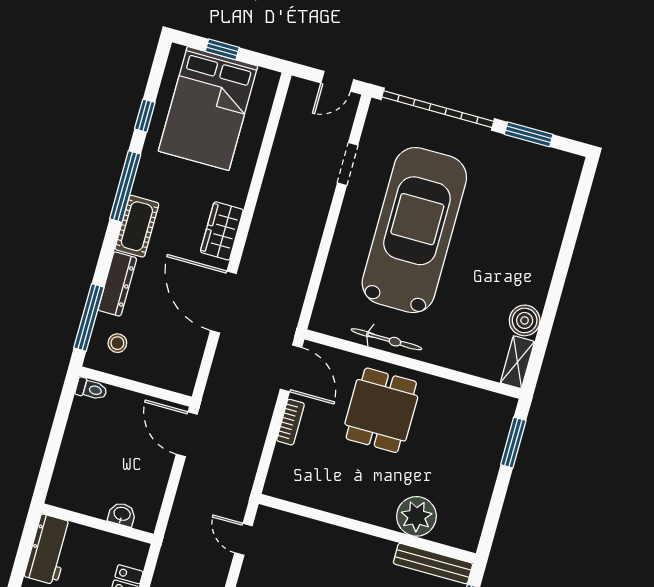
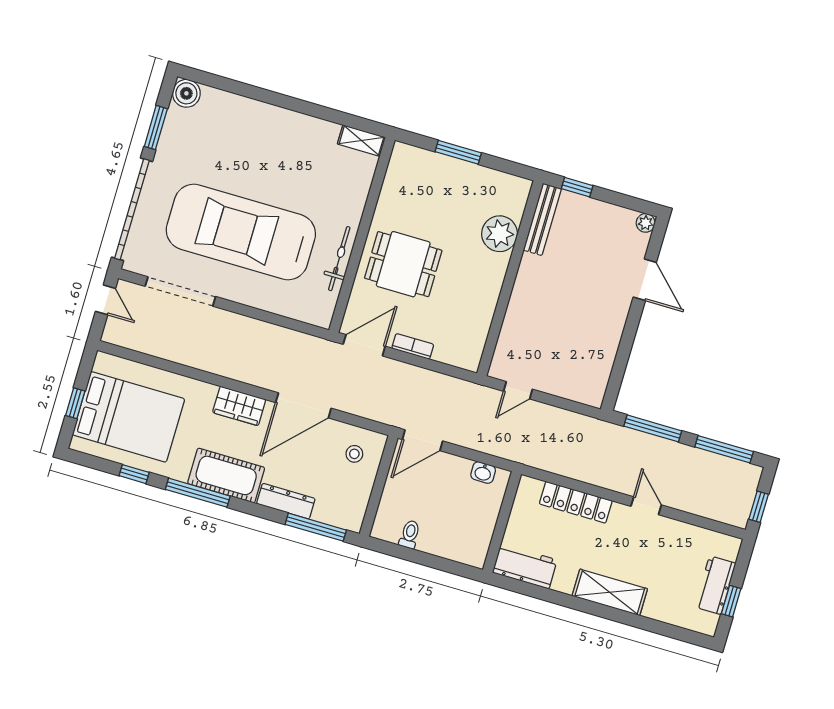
doorway: (348, 164) -> (180, 291), width x1.88
cot: (137, 226) -> (226, 475), width x1.37, depth x1.34
boiler: (525, 320) -> (186, 93), moved
stool: (117, 343) -> (354, 454), moved
toilet: (91, 389) -> (410, 534), moved
window: (513, 443) -> (458, 152), moved
washbasin: (122, 514) -> (483, 472), moved, turned -90

